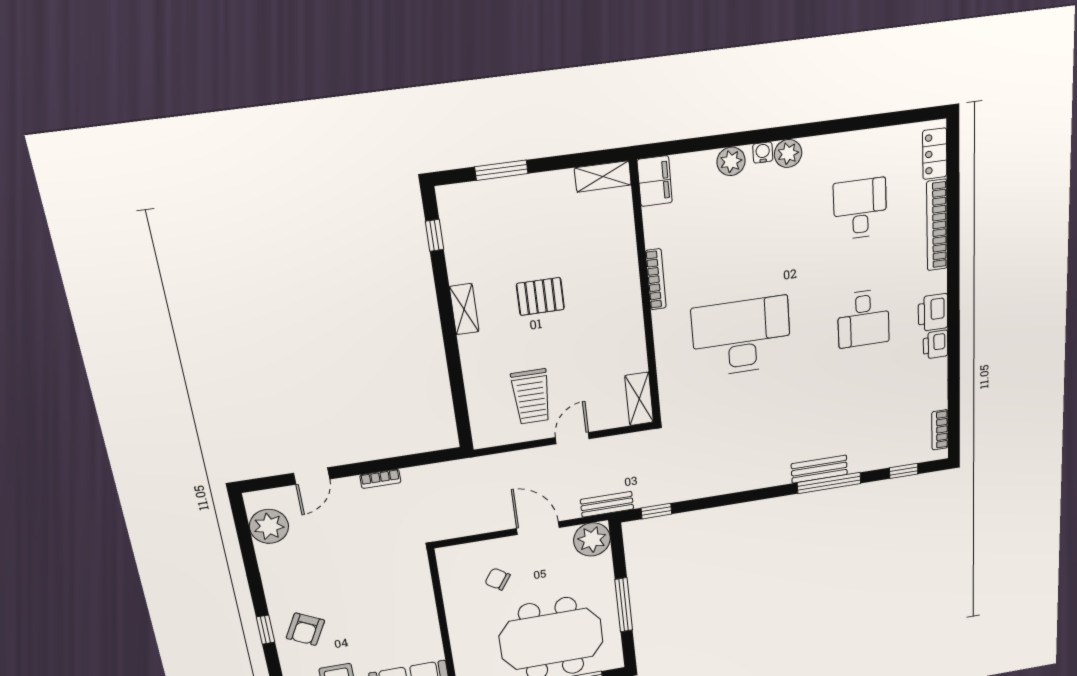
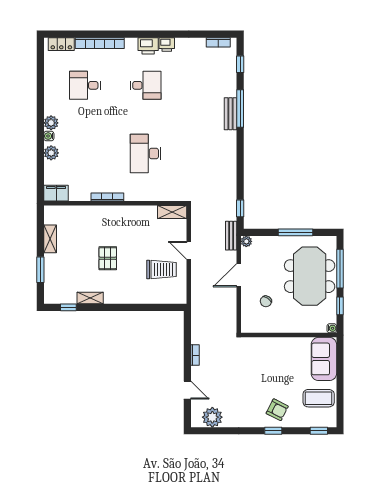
shelving: (603, 176) -> (50, 239), moved
shelving: (464, 309) -> (90, 298), moved
desk: (741, 337) -> (146, 153), width x0.73, depth x0.77
plant: (592, 539) -> (246, 241), width x0.53, depth x0.53

